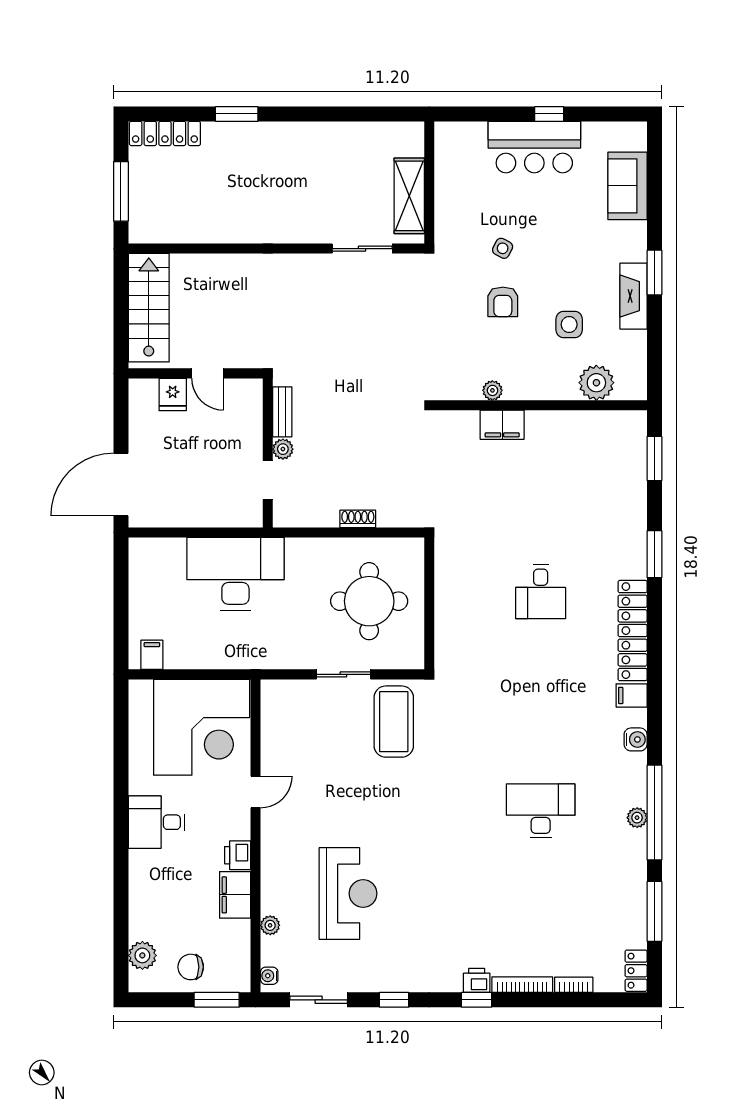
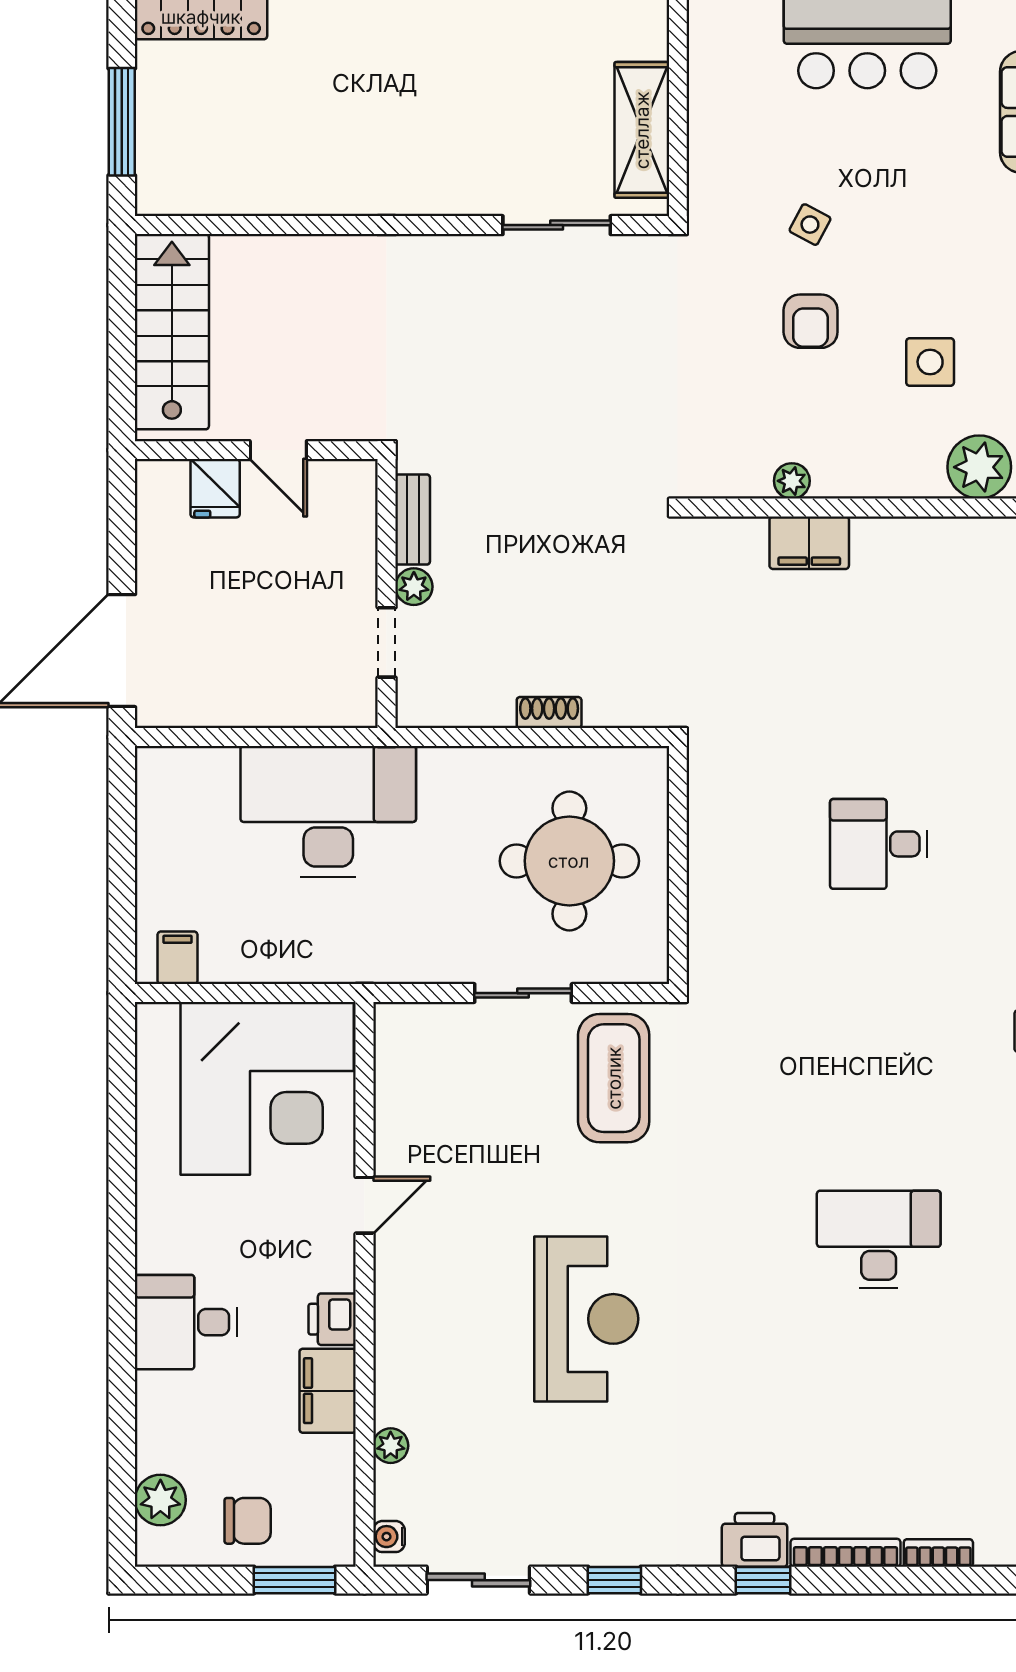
desk: (541, 592) -> (879, 844), turned 90
desk: (157, 822) -> (186, 1322), moved
reception desk: (348, 893) -> (586, 1319), moved
chair: (191, 967) -> (248, 1521), turned 180
printer: (477, 980) -> (755, 1540), width x1.36, depth x1.24

